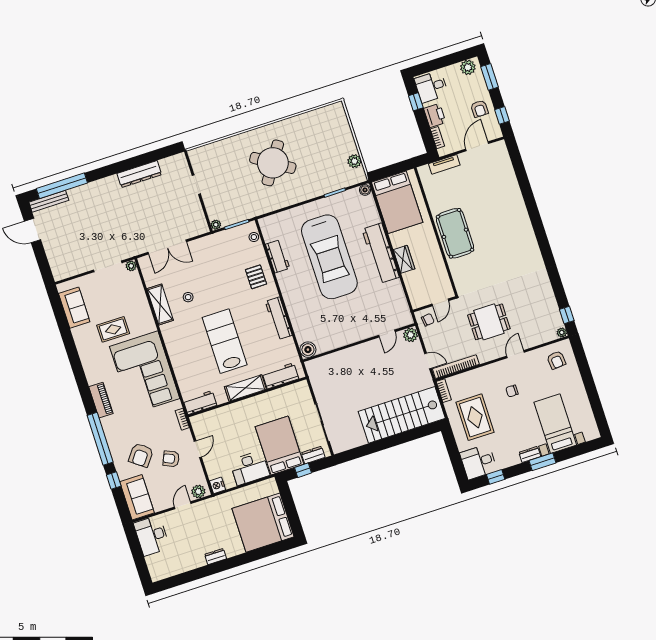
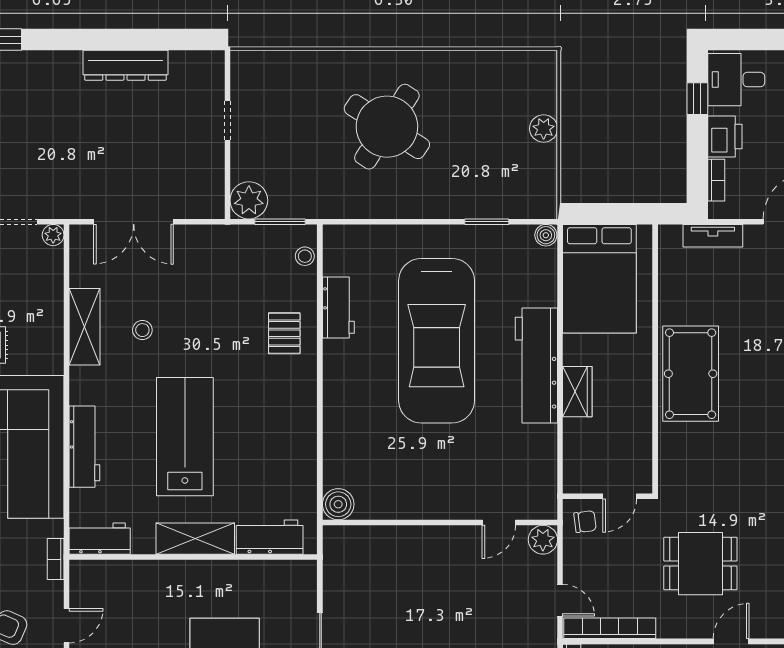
plant: (354, 161) -> (544, 129), moved
plant: (216, 225) -> (249, 200), width x1.87, depth x1.87
workbench: (279, 318) -> (84, 447), moved, turned 180

